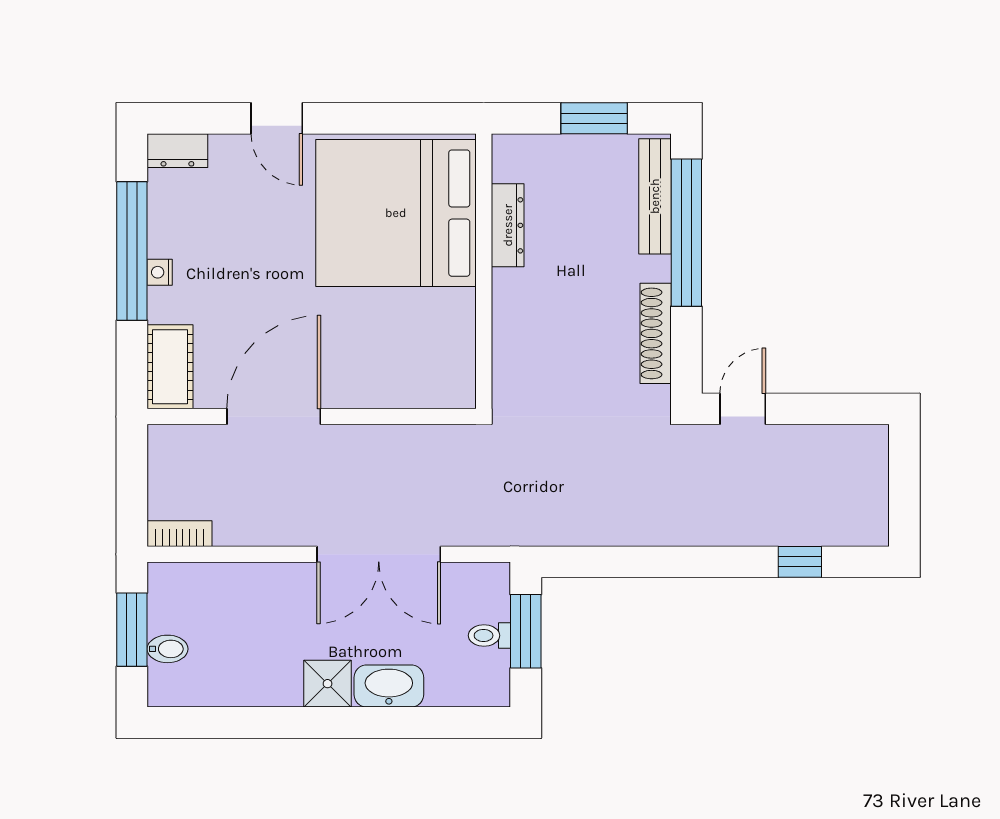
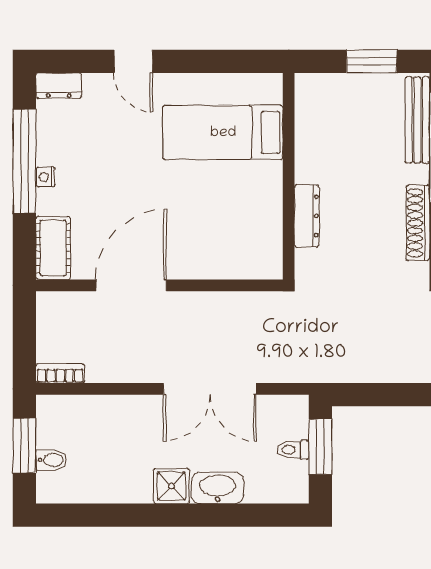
bed: (396, 213) -> (223, 133), width x0.49
dresser: (508, 225) -> (307, 216), moved

